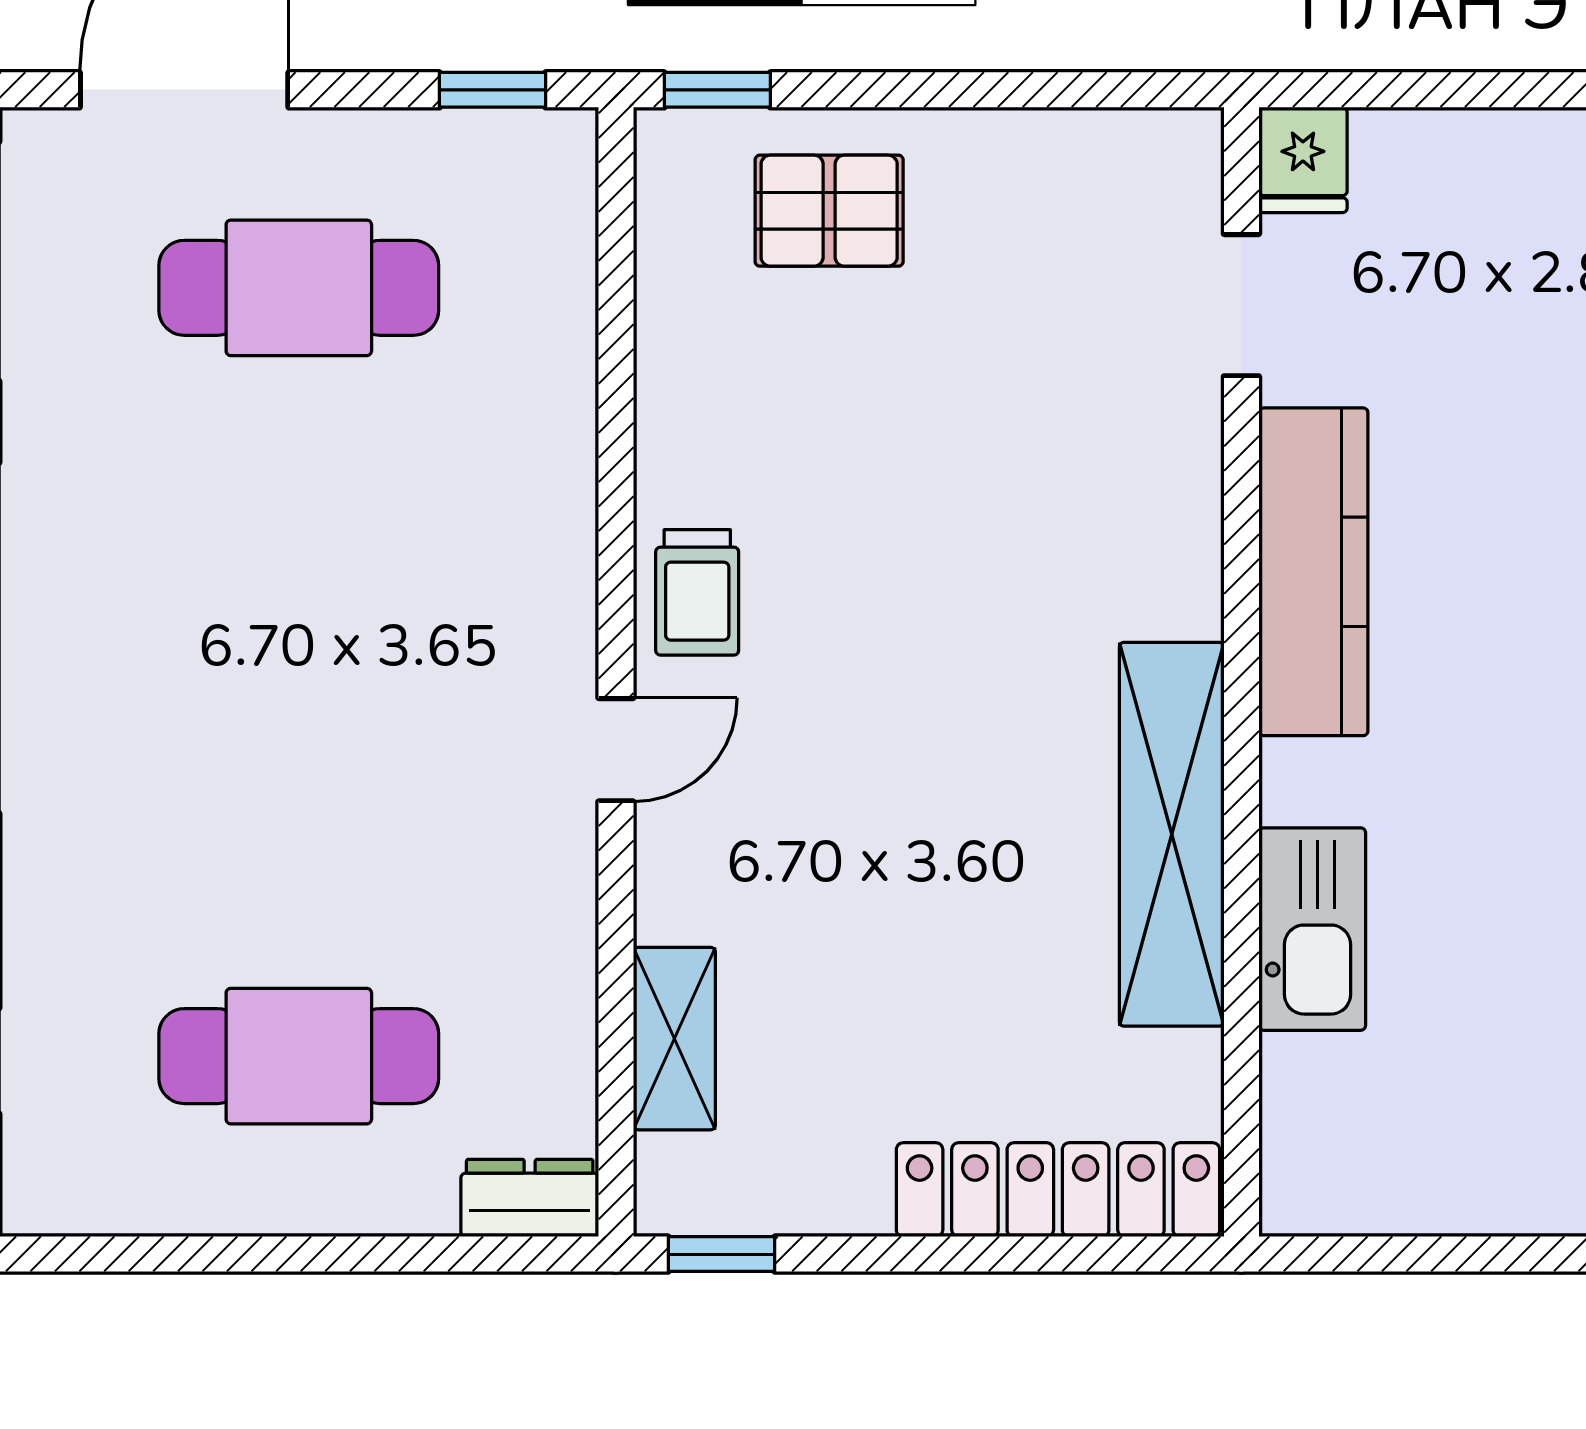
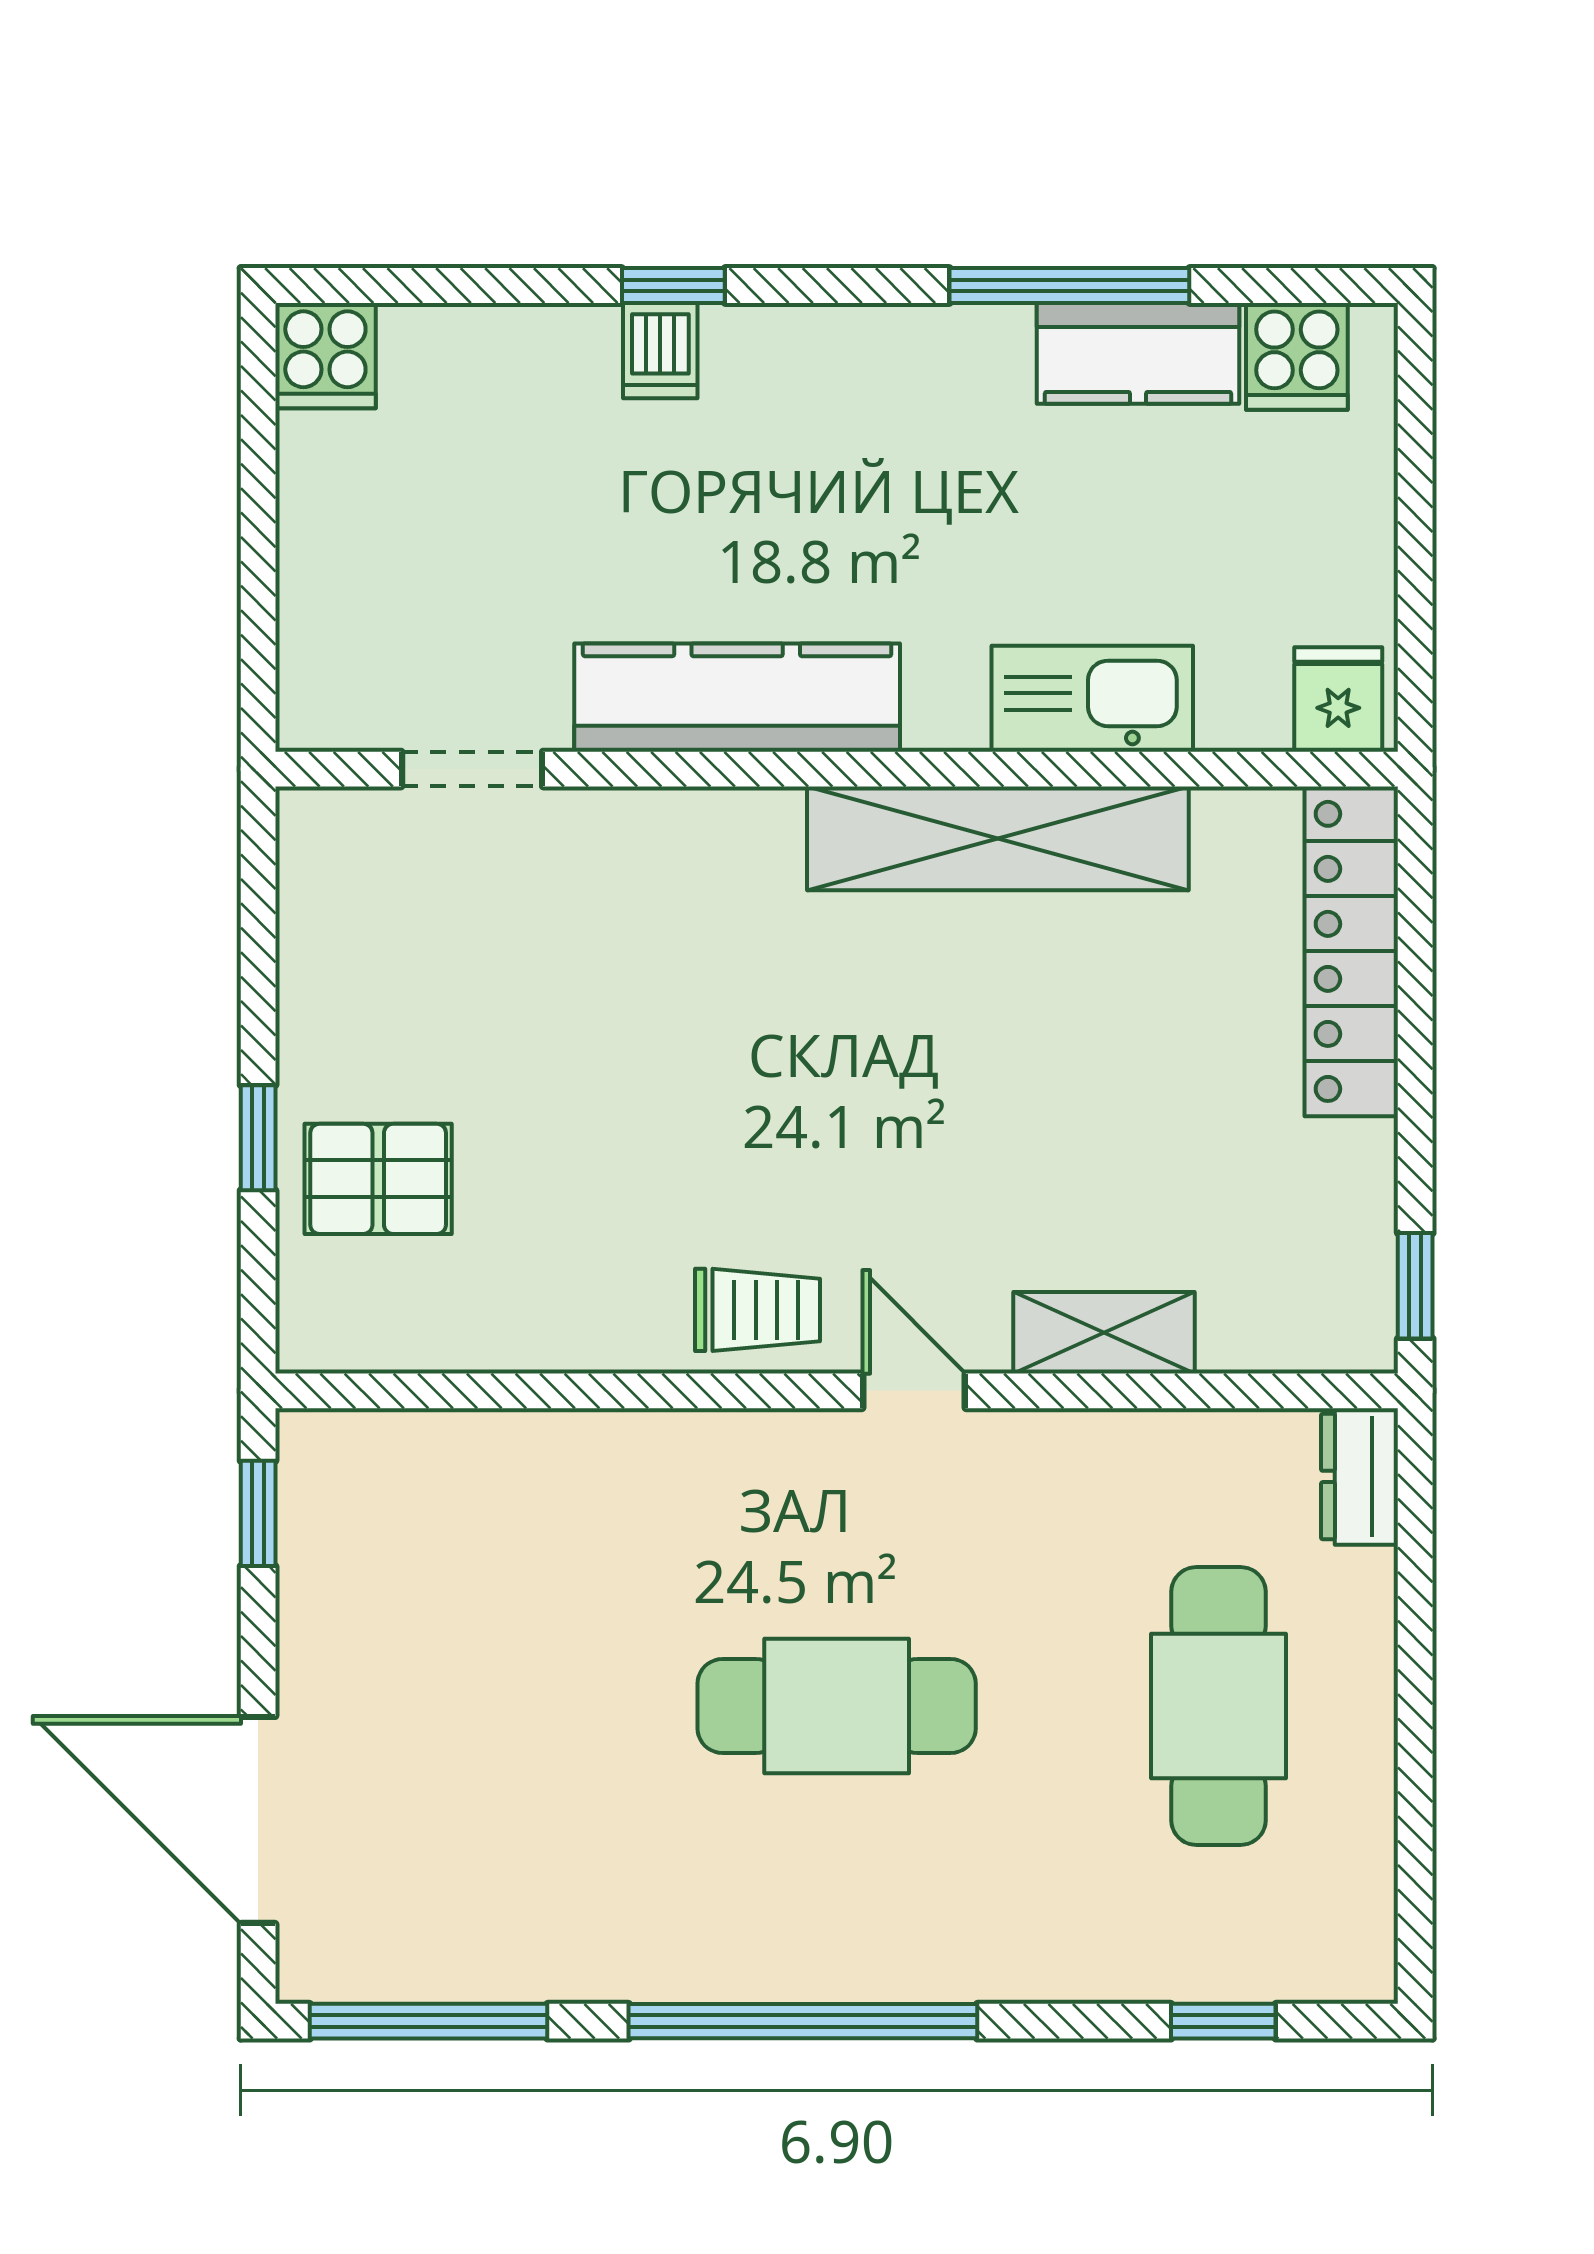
window: (717, 90) -> (258, 1138), moved
fridge: (1303, 160) -> (1338, 699), moved, turned -90
pallet: (829, 211) -> (378, 1179), turned 90
cafe table: (299, 288) -> (837, 1706), moved, turned 90
shelving: (674, 1039) -> (1104, 1333), moved

